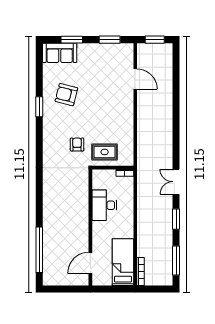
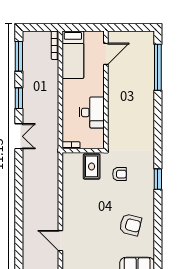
window: (39, 107) -> (158, 179), moved
armchair: (77, 145) -> (120, 174), turned -90
rug: (105, 152) -> (92, 166), turned 90

